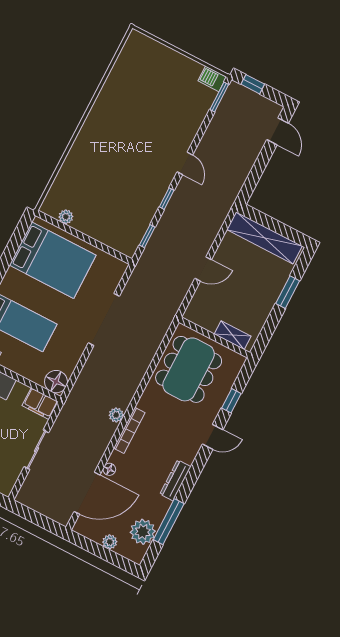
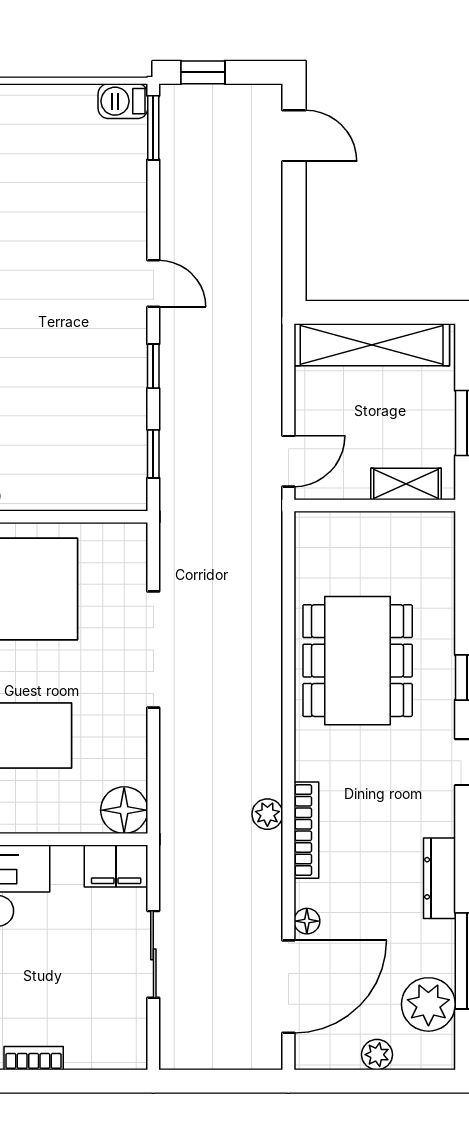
shelving: (233, 335) -> (406, 484), moved
wall: (214, 337) -> (375, 505), moved

